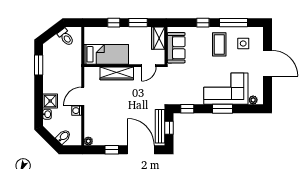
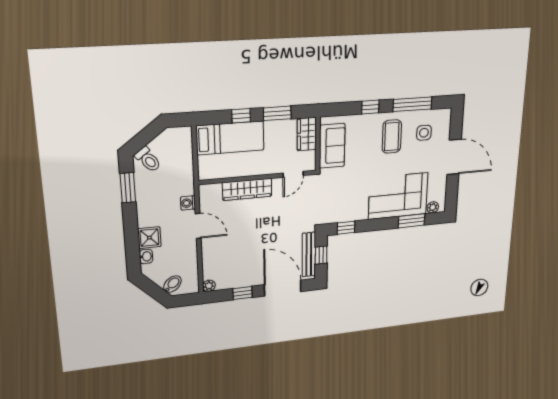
toilet: (66, 37) -> (148, 160), moved
bed: (106, 54) -> (230, 138), moved
door: (83, 96) -> (198, 226), swing flipped
window: (222, 109) -> (411, 221), moved
washing machine: (77, 111) -> (188, 203), moved

